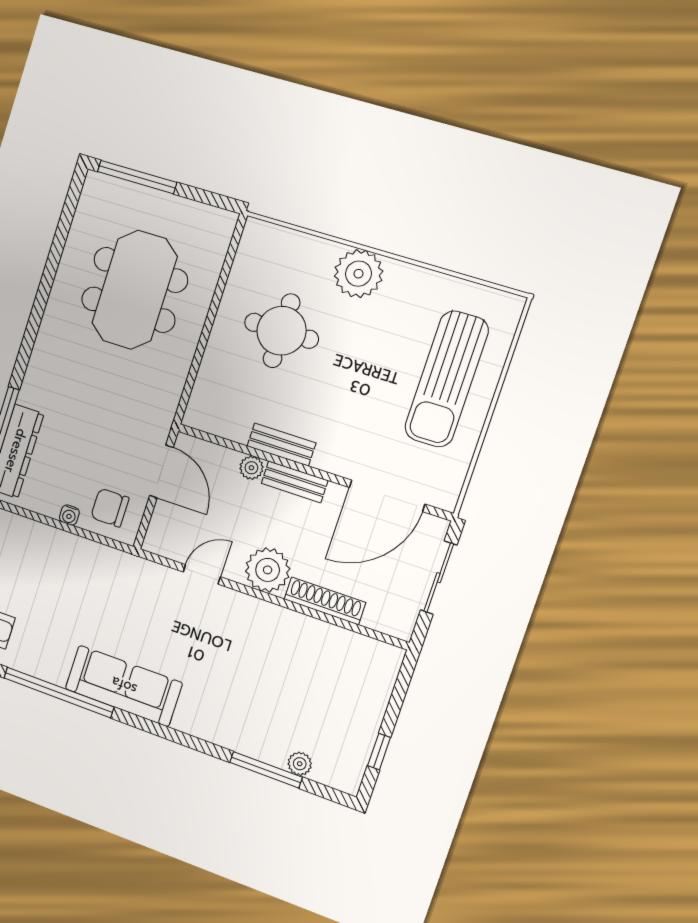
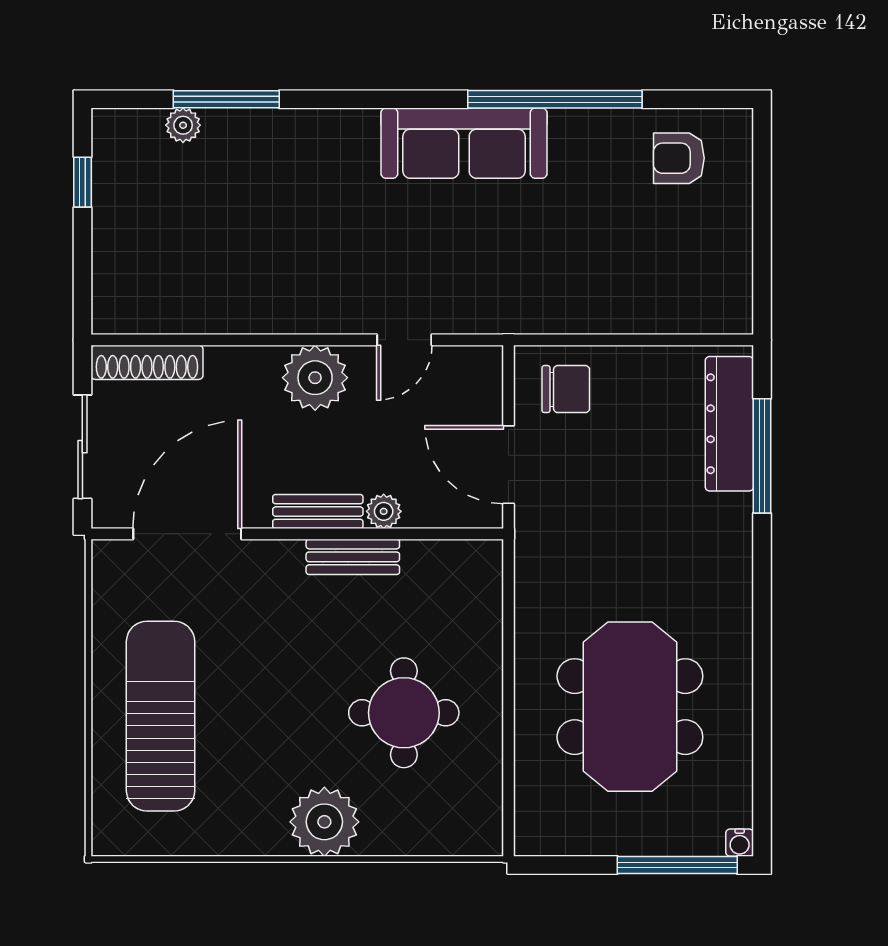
water cooler: (69, 515) -> (740, 843), moved, turned 180
shoe rack: (325, 601) -> (147, 362), moved

